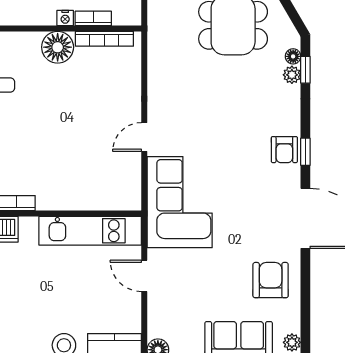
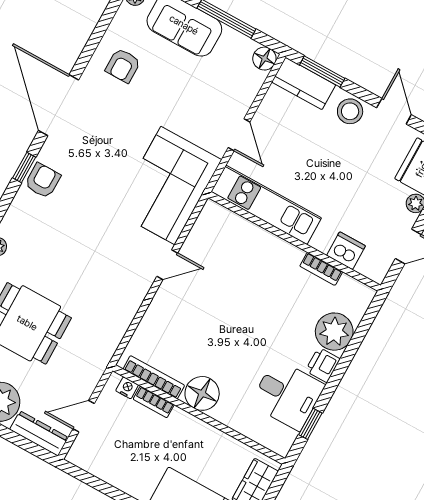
nightstand: (65, 18) -> (127, 388), moved
armchair: (271, 280) -> (123, 66), width x0.72, depth x0.72

